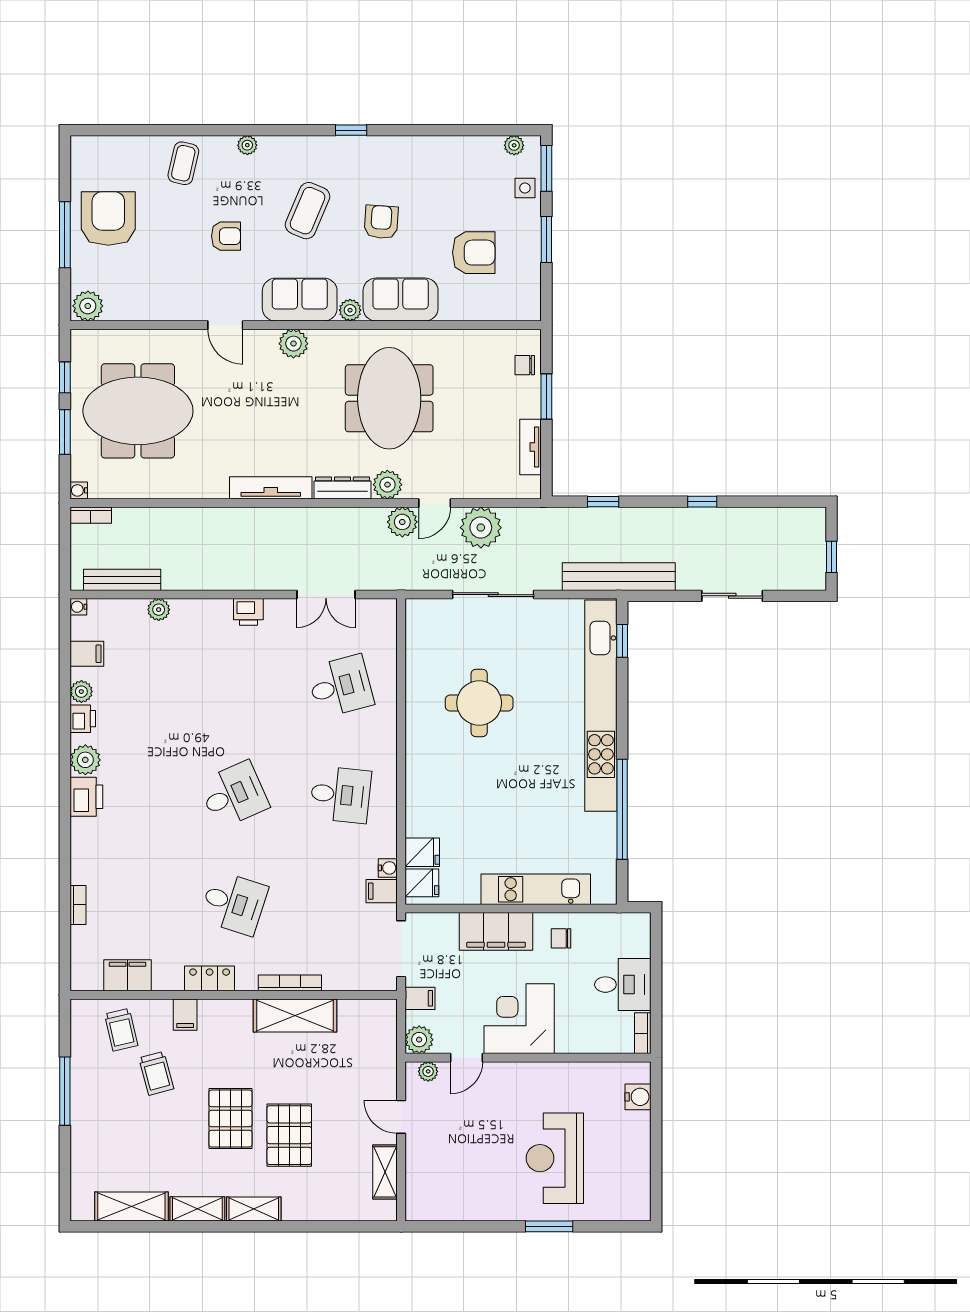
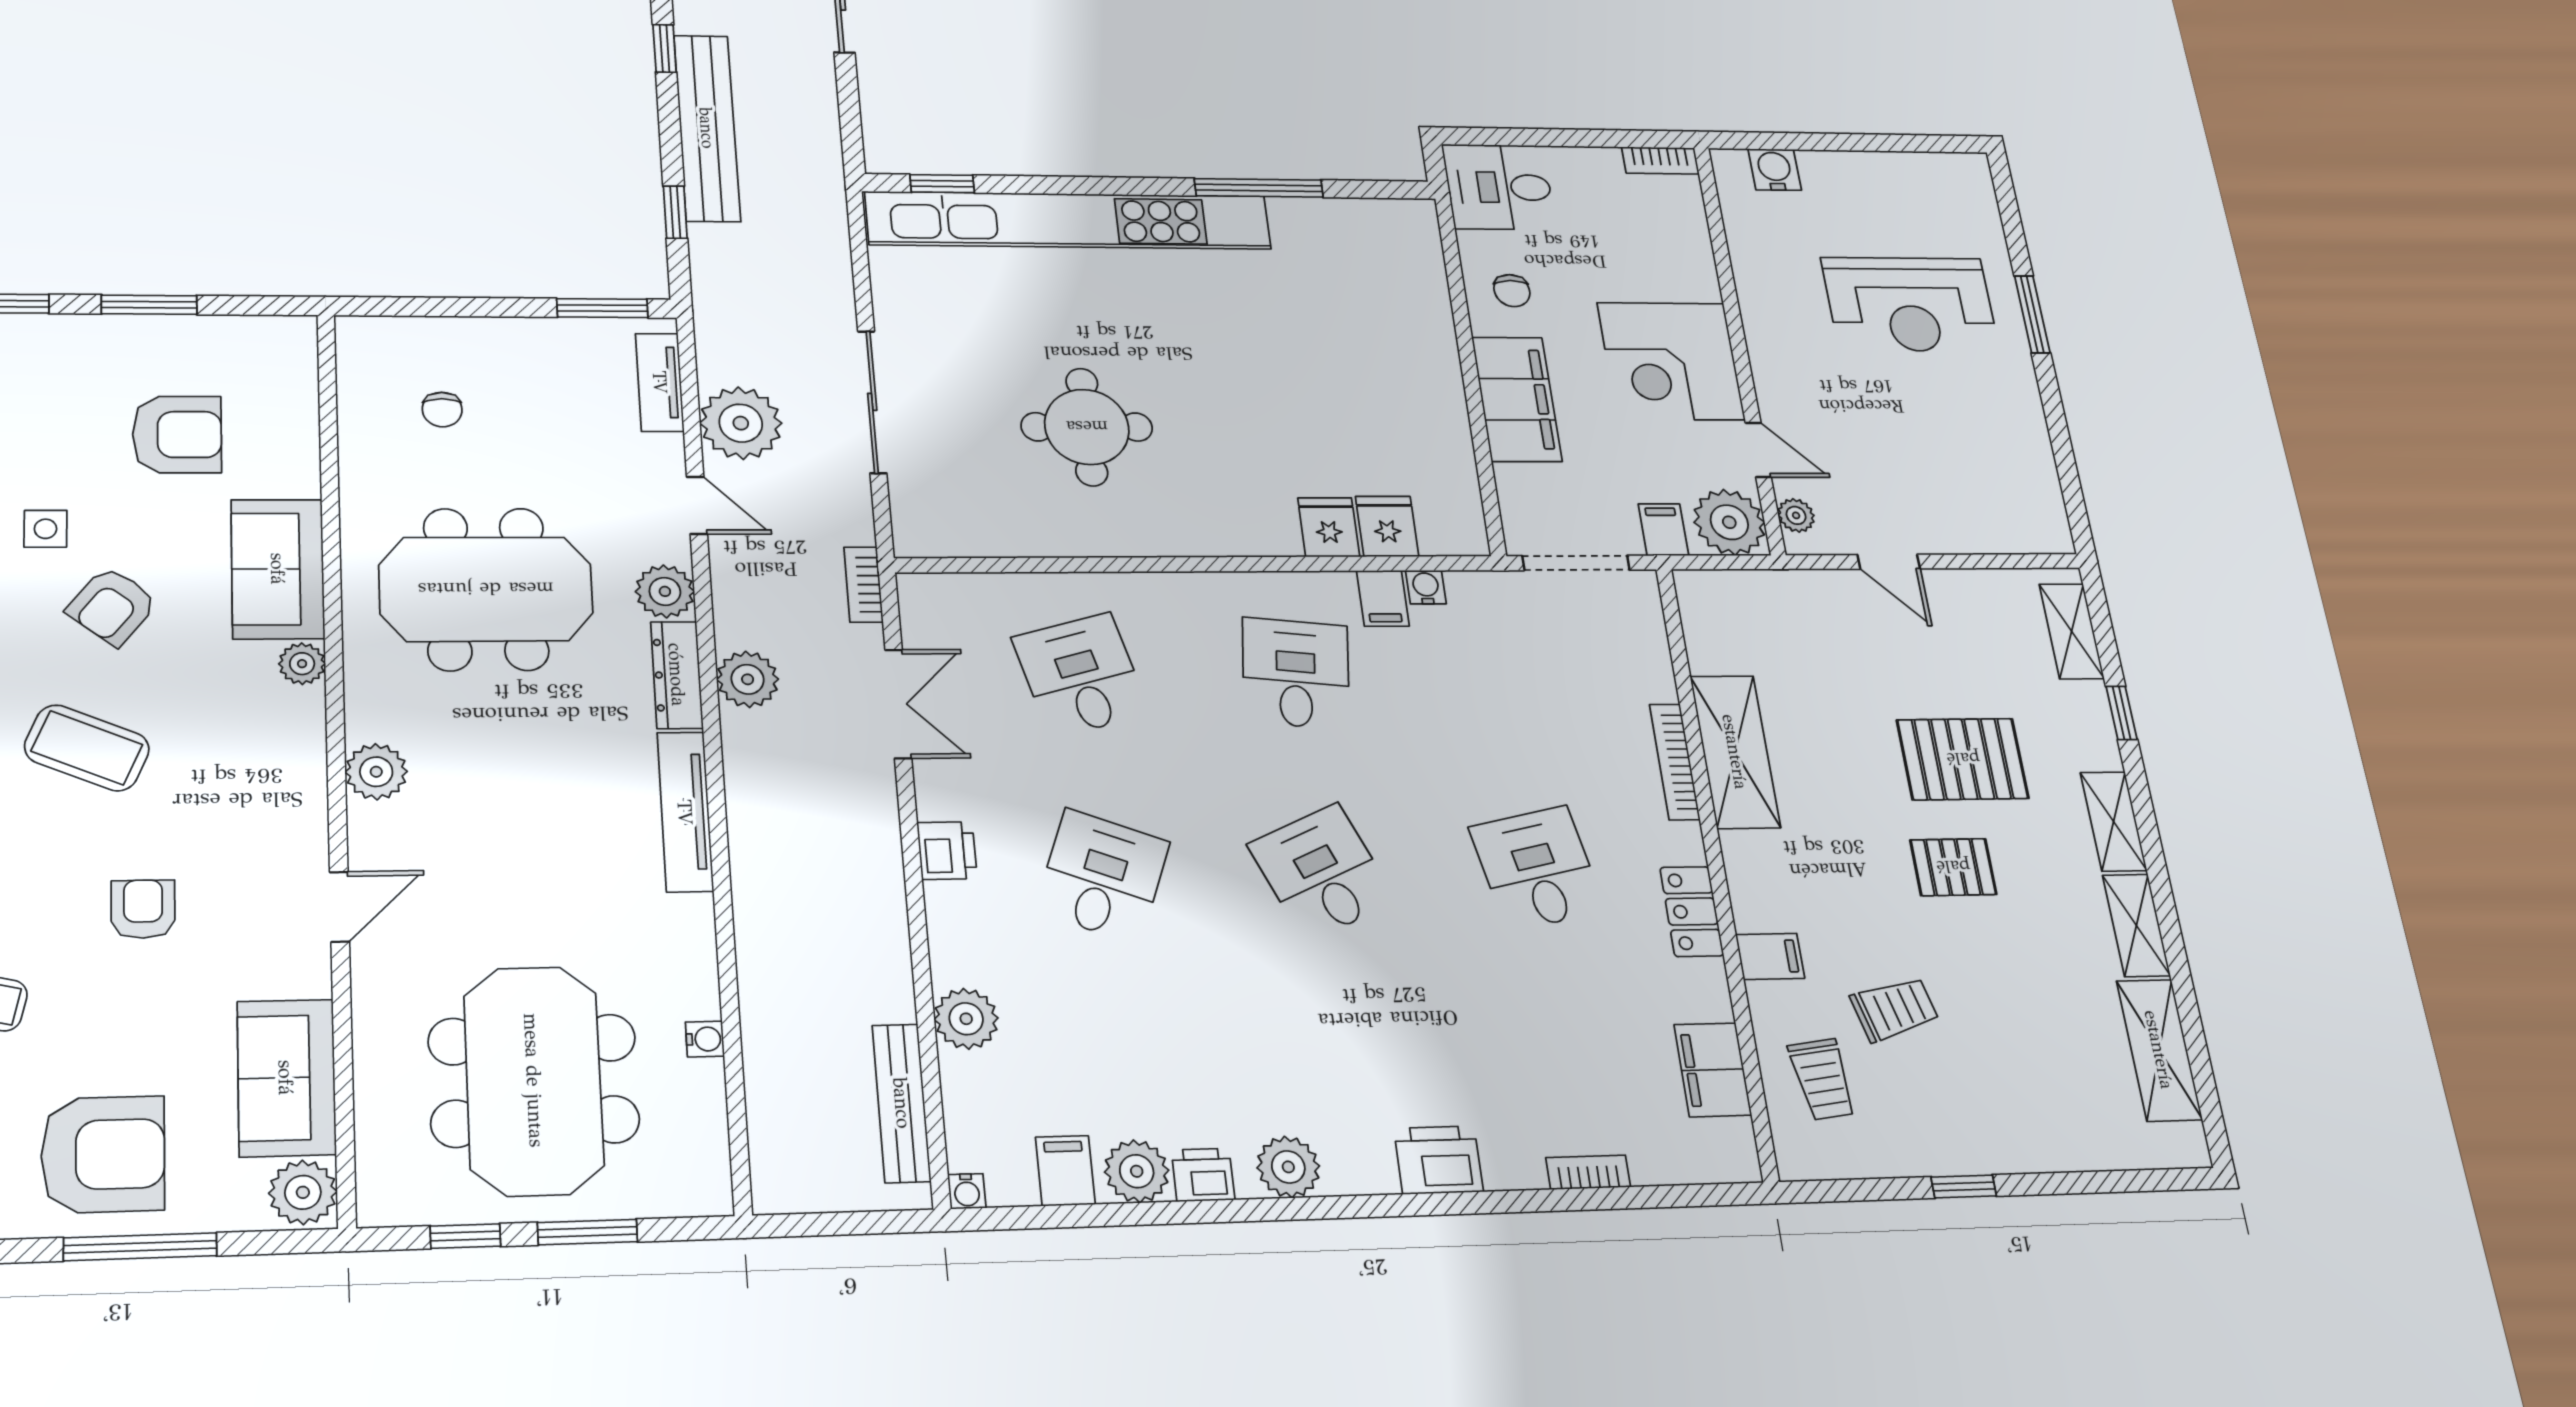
side table: (525, 188) -> (45, 529), moved
armchair: (108, 218) -> (103, 1154), turned 180
armchair: (381, 222) -> (112, 606), turned -56
armchair: (474, 253) -> (177, 434), turned 90
sofa: (300, 300) -> (286, 1078), moved
chair: (525, 365) -> (442, 410), moved
window: (546, 397) -> (602, 308), moved
tv unit: (530, 447) -> (660, 382), moved, turned 90
water cooler: (79, 490) -> (705, 1039), moved, turned -90
bookcase: (91, 515) -> (864, 585), moved, turned 180
plant: (402, 522) -> (748, 679), moved
bench: (619, 577) -> (707, 128), moved
plant: (159, 610) -> (966, 1019), width x1.38, depth x1.38
desk: (234, 686) -> (1102, 876), added
plant: (81, 692) -> (1137, 1171), width x1.38, depth x1.38
printer: (86, 797) -> (1438, 1160), moved
window: (622, 809) -> (1259, 188), width x0.68
fridge: (422, 883) -> (1329, 527), moved
kitchen unit: (536, 889) -> (1428, 332), removed
filing cabinet: (382, 891) -> (1383, 598), moved
desk: (234, 903) -> (1537, 869), turned -30
desk: (623, 985) -> (1499, 187), moved, turned -90
trolley: (121, 1030) -> (1822, 1079), turned 96
plant: (419, 1040) -> (1729, 522), width x1.36, depth x1.36
window: (65, 1091) -> (1964, 1187), width x0.46
door: (401, 1117) -> (1889, 562), hinge flipped
pallet: (230, 1119) -> (1953, 867), width x0.67, depth x0.71
shelving: (385, 1172) -> (2072, 631), moved, turned 90
window: (314, 1226) -> (2122, 713), added

